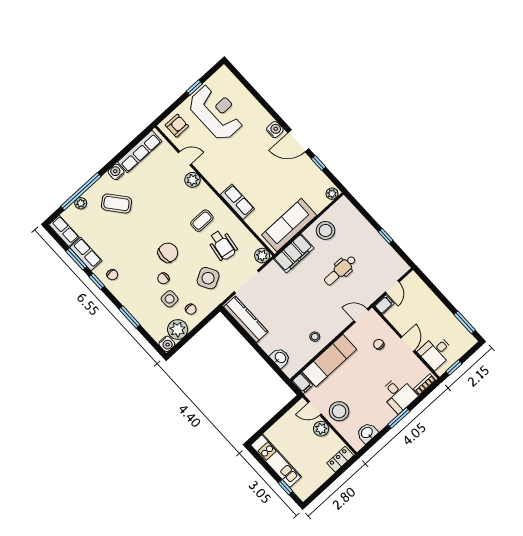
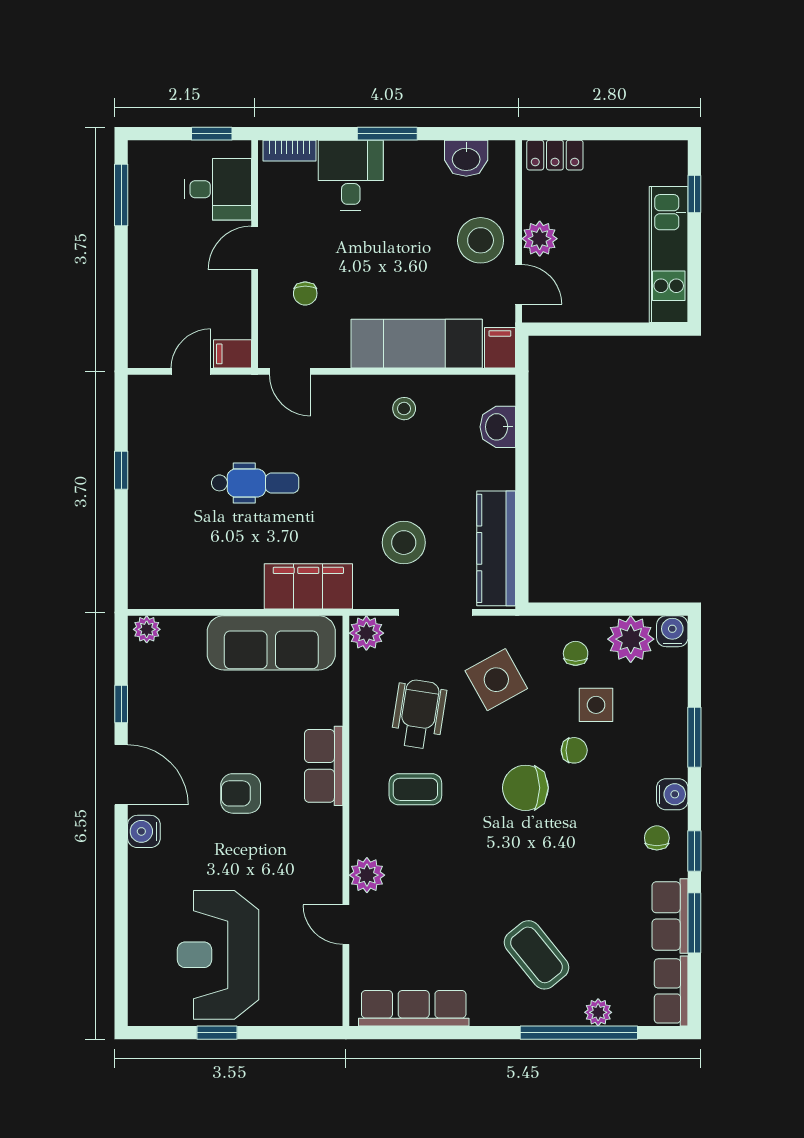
armchair: (177, 126) -> (241, 793), moved
water cooler: (116, 172) -> (672, 794), moved, turned -90
stool: (325, 230) -> (404, 543), moved

